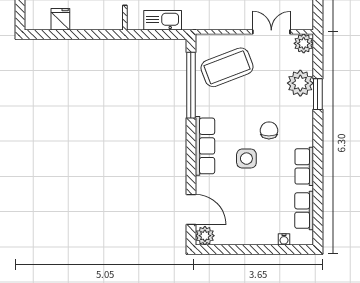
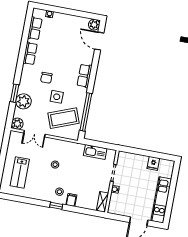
row of seats: (205, 146) -> (84, 76), width x0.68
side table: (246, 159) -> (57, 97), moved

